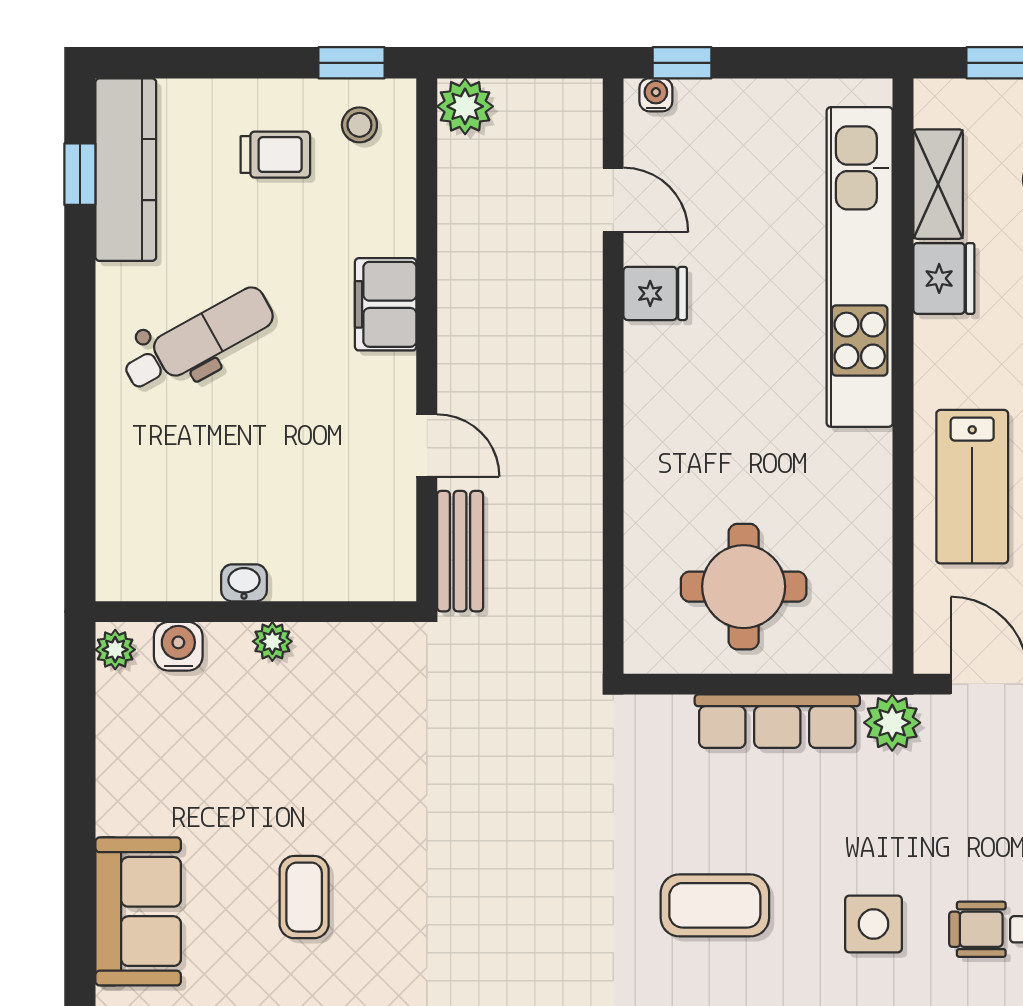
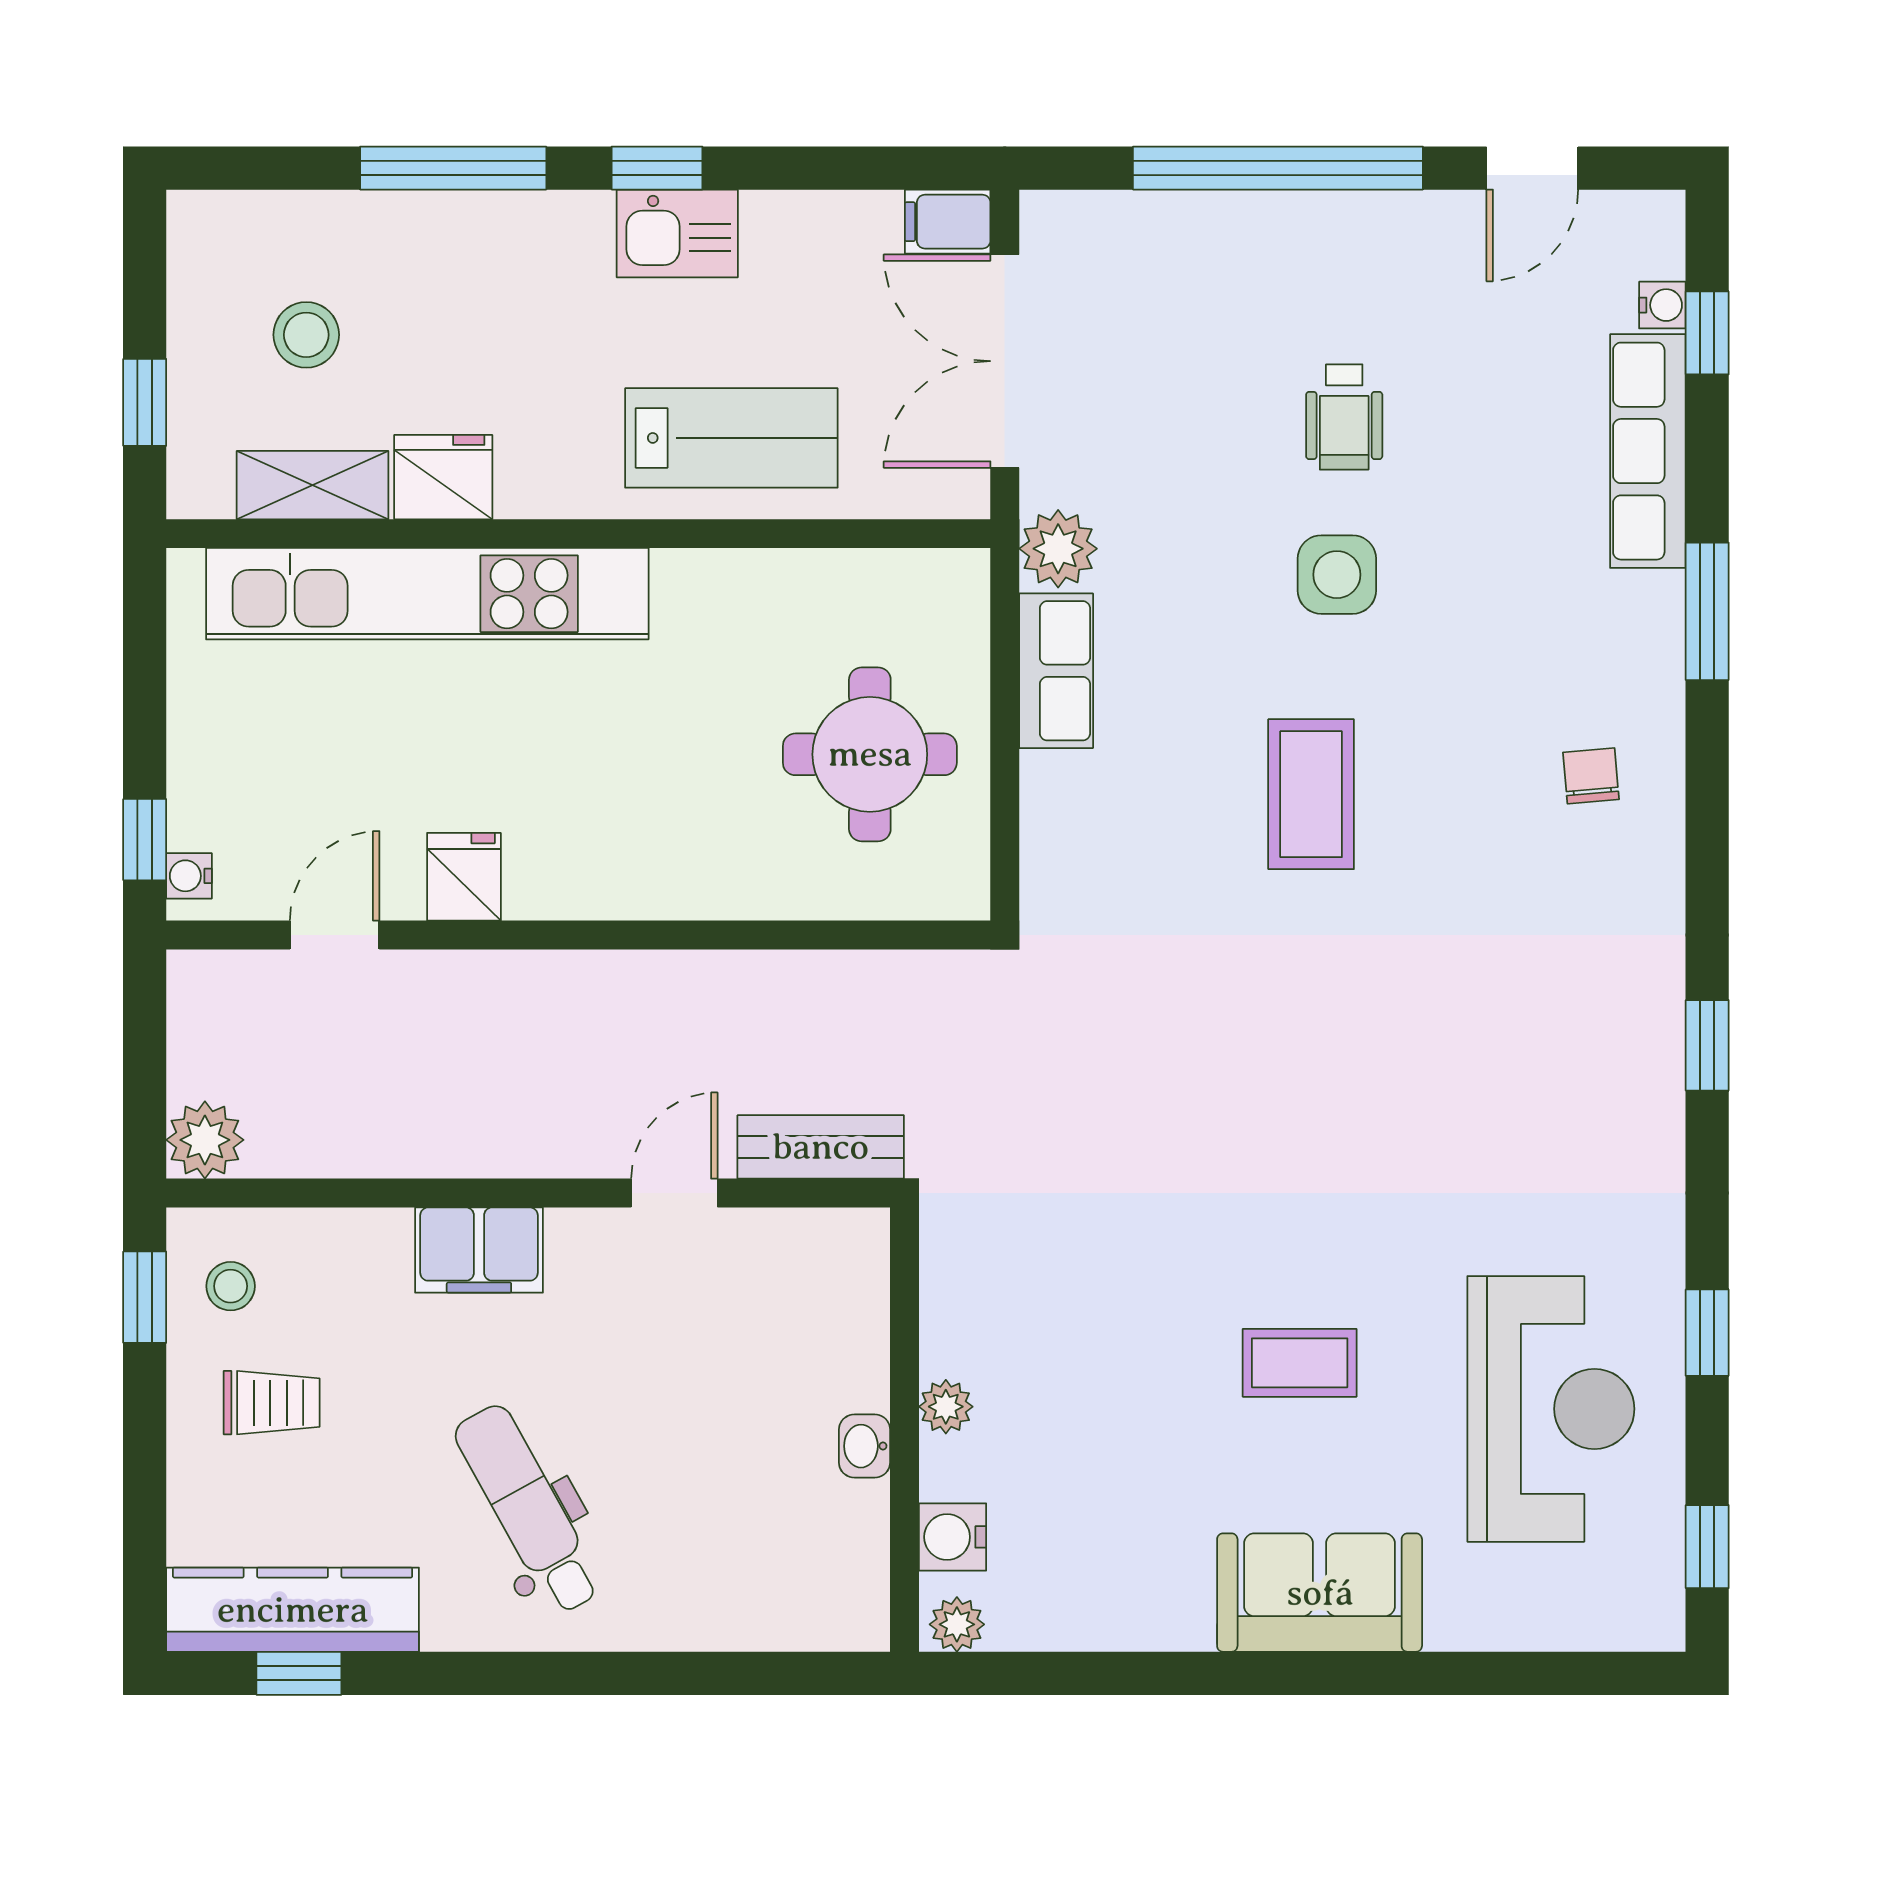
trolley: (275, 155) -> (272, 1403), turned 90
row of seats: (777, 721) -> (1056, 671), width x0.68

